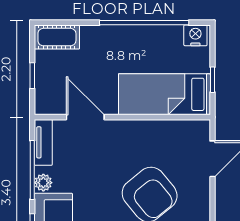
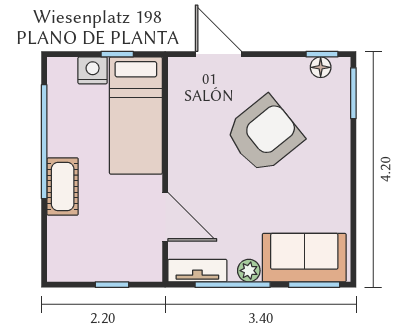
nightstand: (195, 35) -> (93, 70), moved, turned 90
cot: (57, 37) -> (63, 187), moved
door: (85, 117) -> (165, 217), swing flipped

